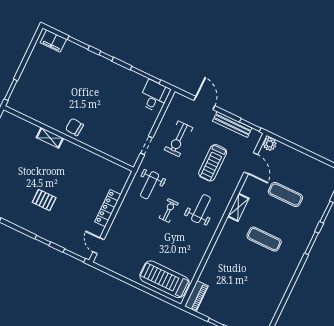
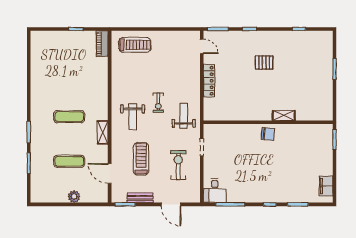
filing cabinet: (53, 41) -> (326, 186), moved, turned -90
bench: (232, 124) -> (140, 198), width x0.73
plant: (270, 144) -> (74, 197), moved
treadmill: (164, 279) -> (135, 45), width x0.73, depth x0.73

